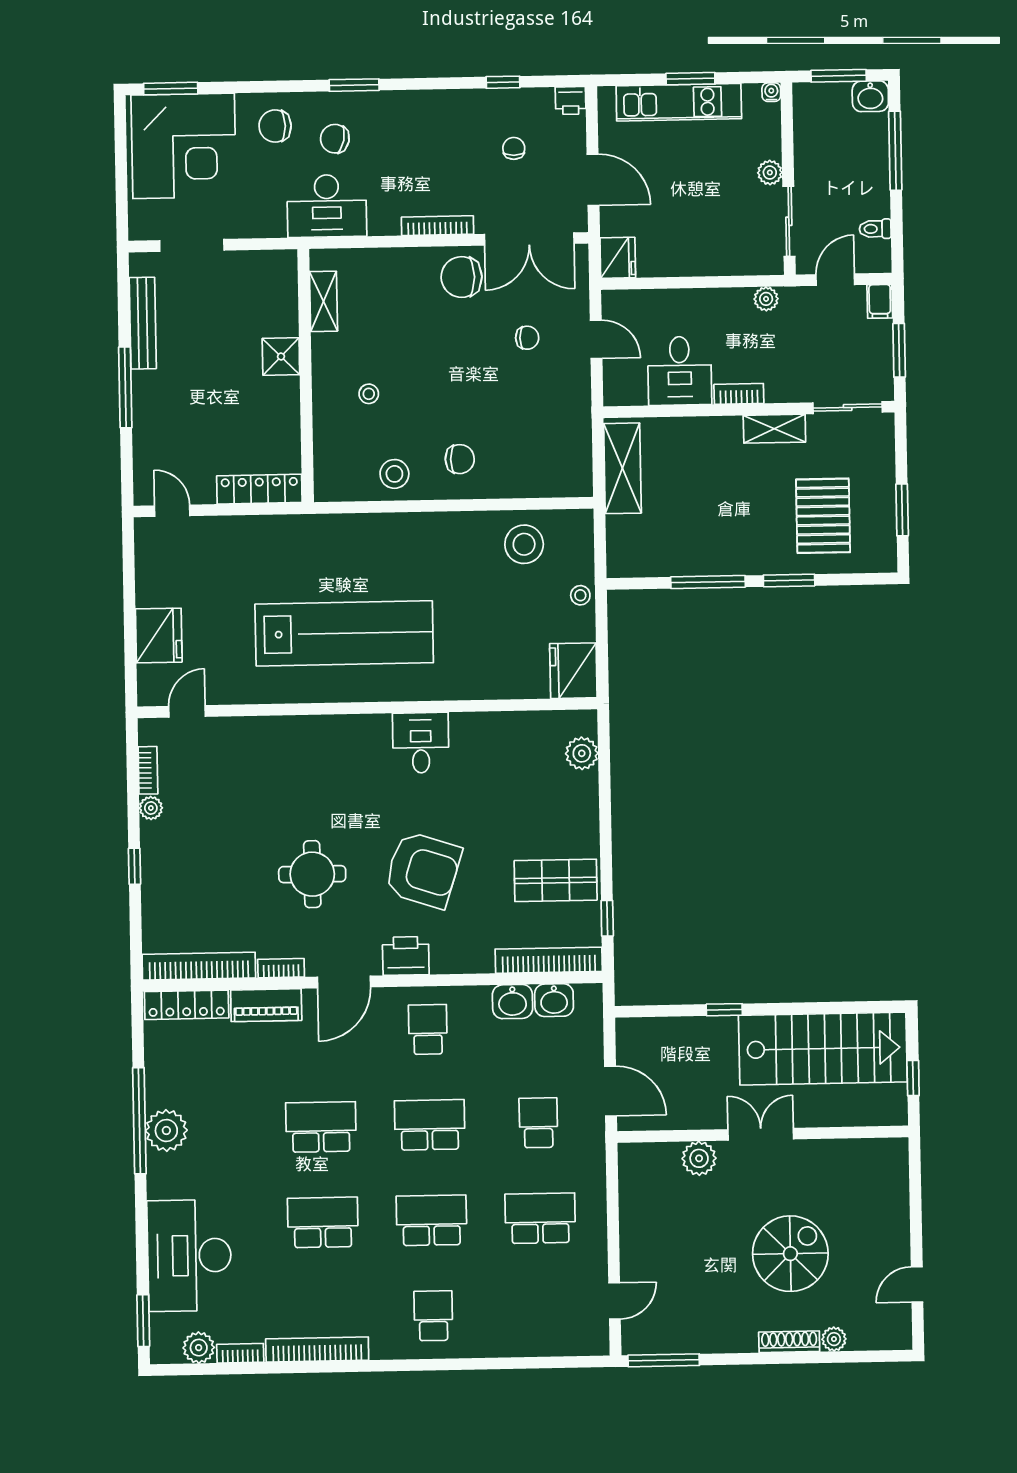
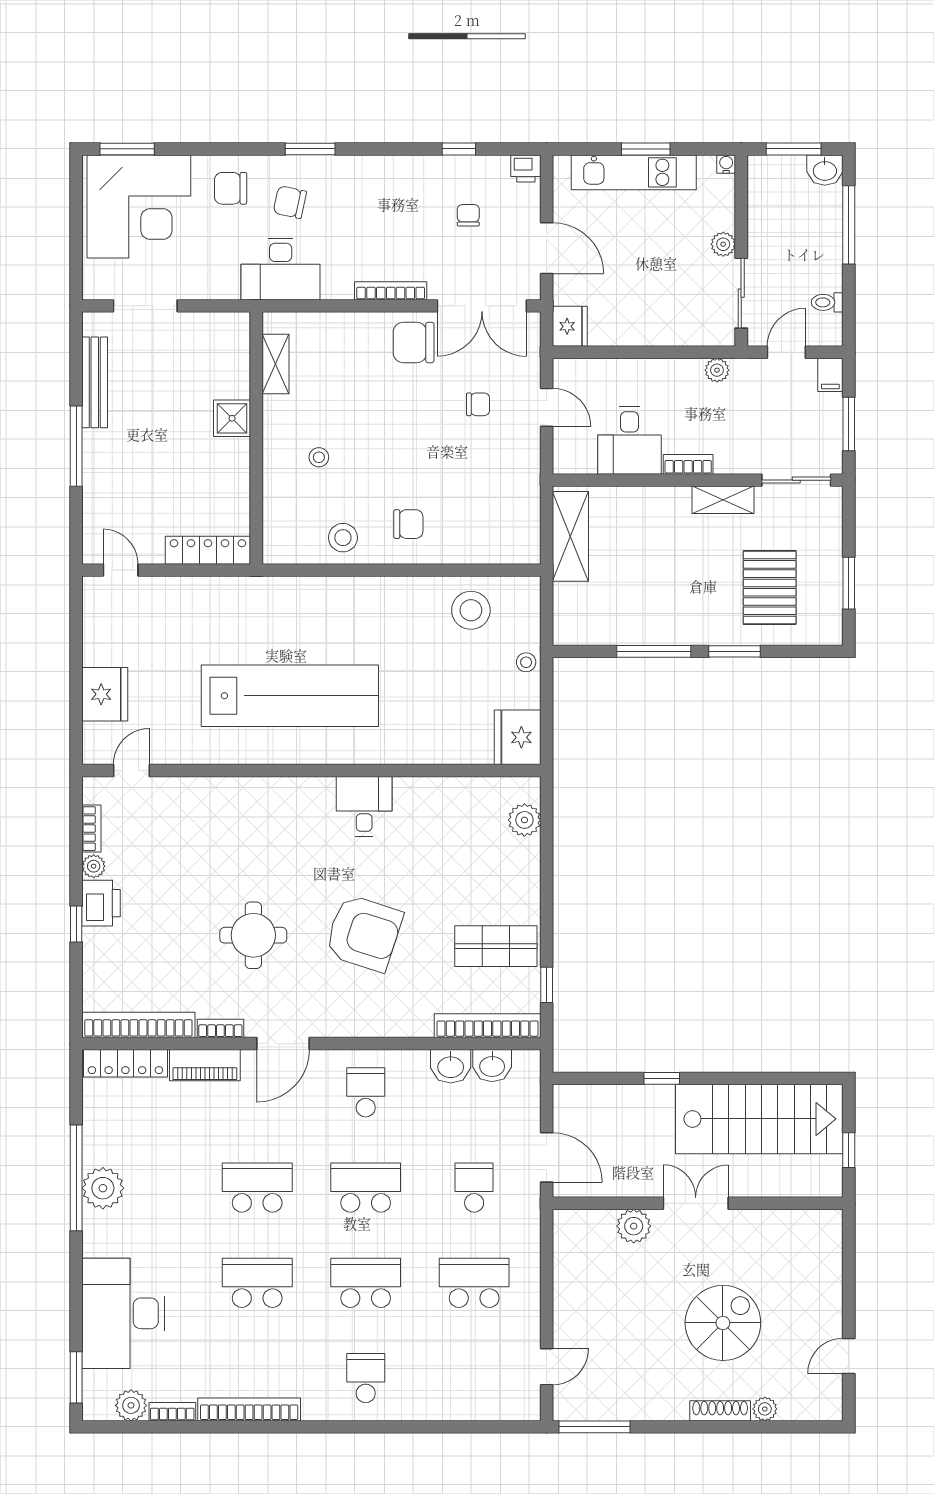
printer: (406, 956) -> (101, 903), moved, turned 90

